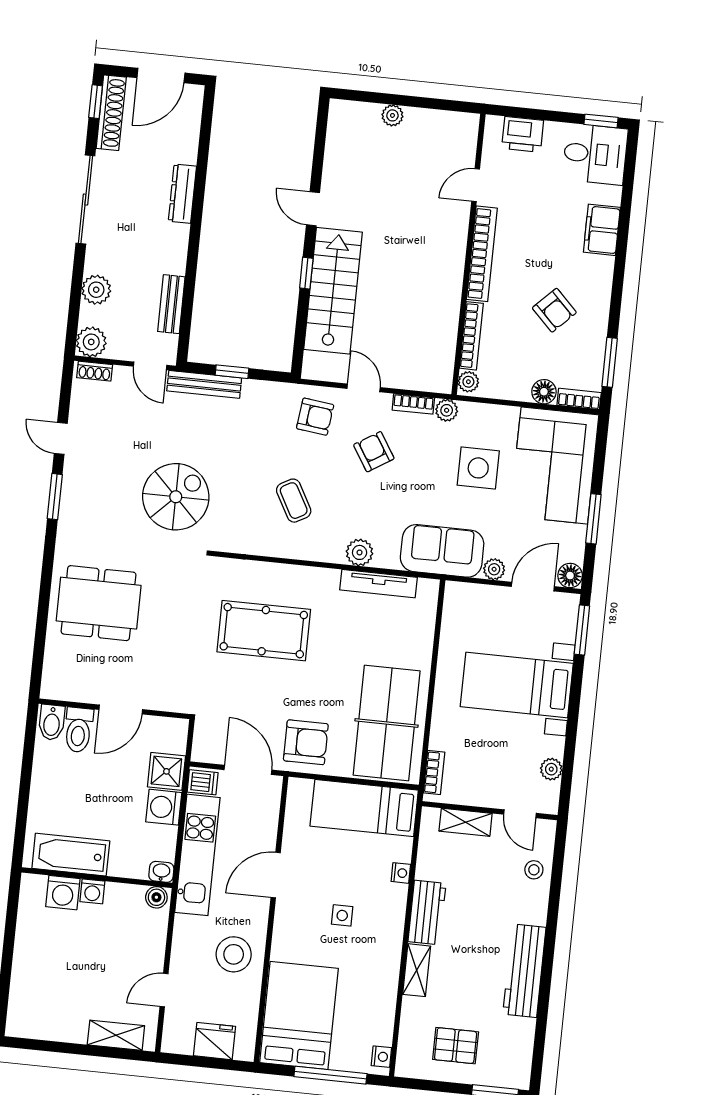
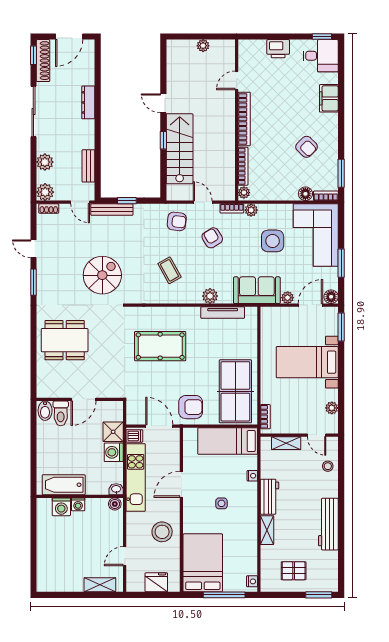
door: (476, 185) -> (237, 80), moved
wall: (468, 254) -> (237, 120), moved
bookcase: (482, 254) -> (244, 119), moved
bookcase: (471, 336) -> (243, 166), moved
plant: (468, 382) -> (244, 193), moved

